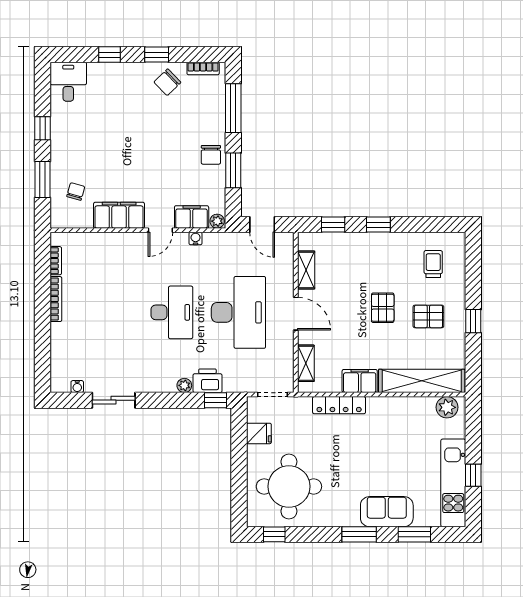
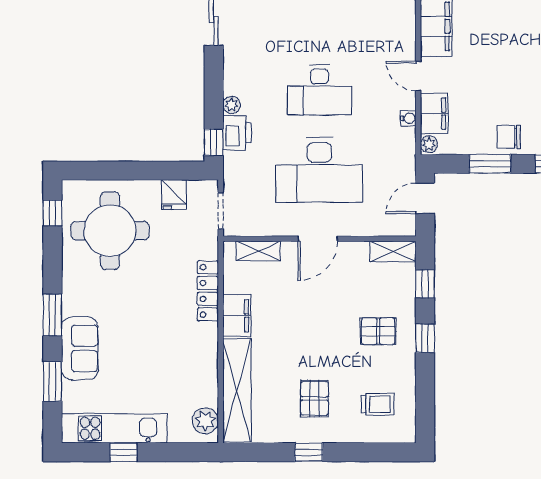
shelving: (306, 270) -> (393, 251), moved
pallet: (383, 308) -> (378, 331), moved

